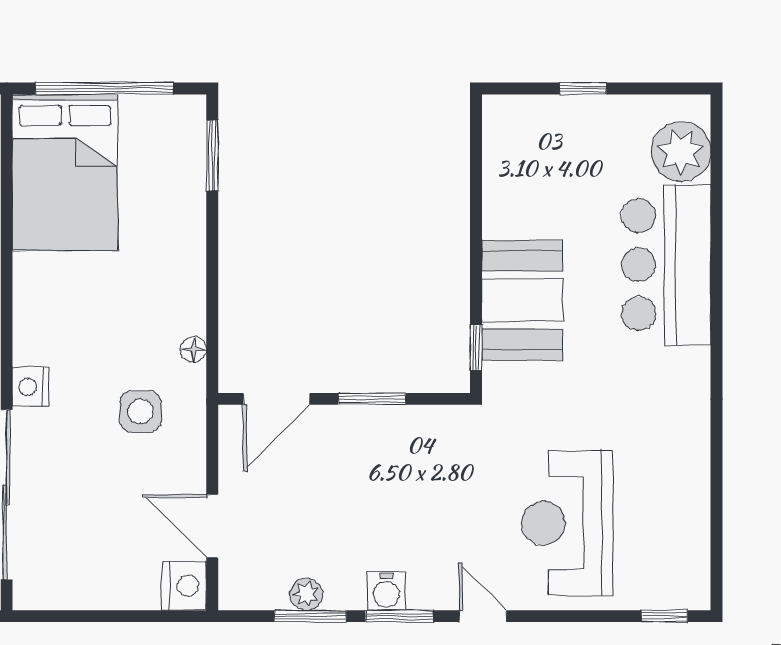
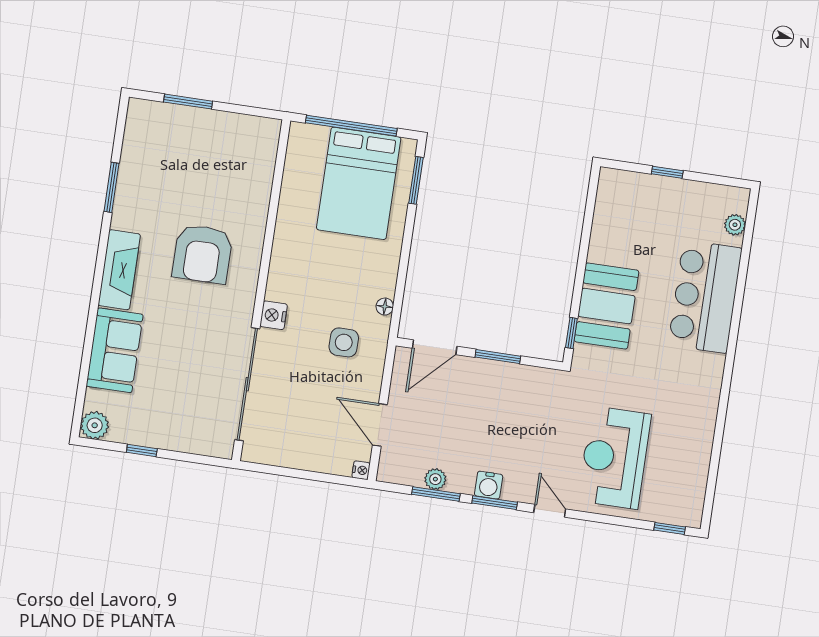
plant: (681, 151) -> (735, 225), width x0.53, depth x0.53
bed: (65, 172) -> (359, 183), moved
nightstand: (184, 586) -> (361, 470), width x0.53, depth x0.56

